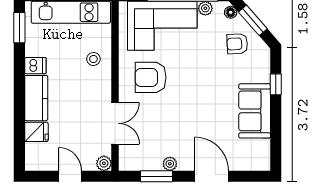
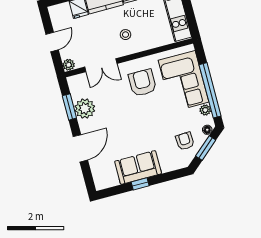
stool: (93, 59) -> (126, 35), moved
window: (276, 84) -> (140, 184), moved
plant: (170, 164) -> (85, 109), width x1.88, depth x1.88

